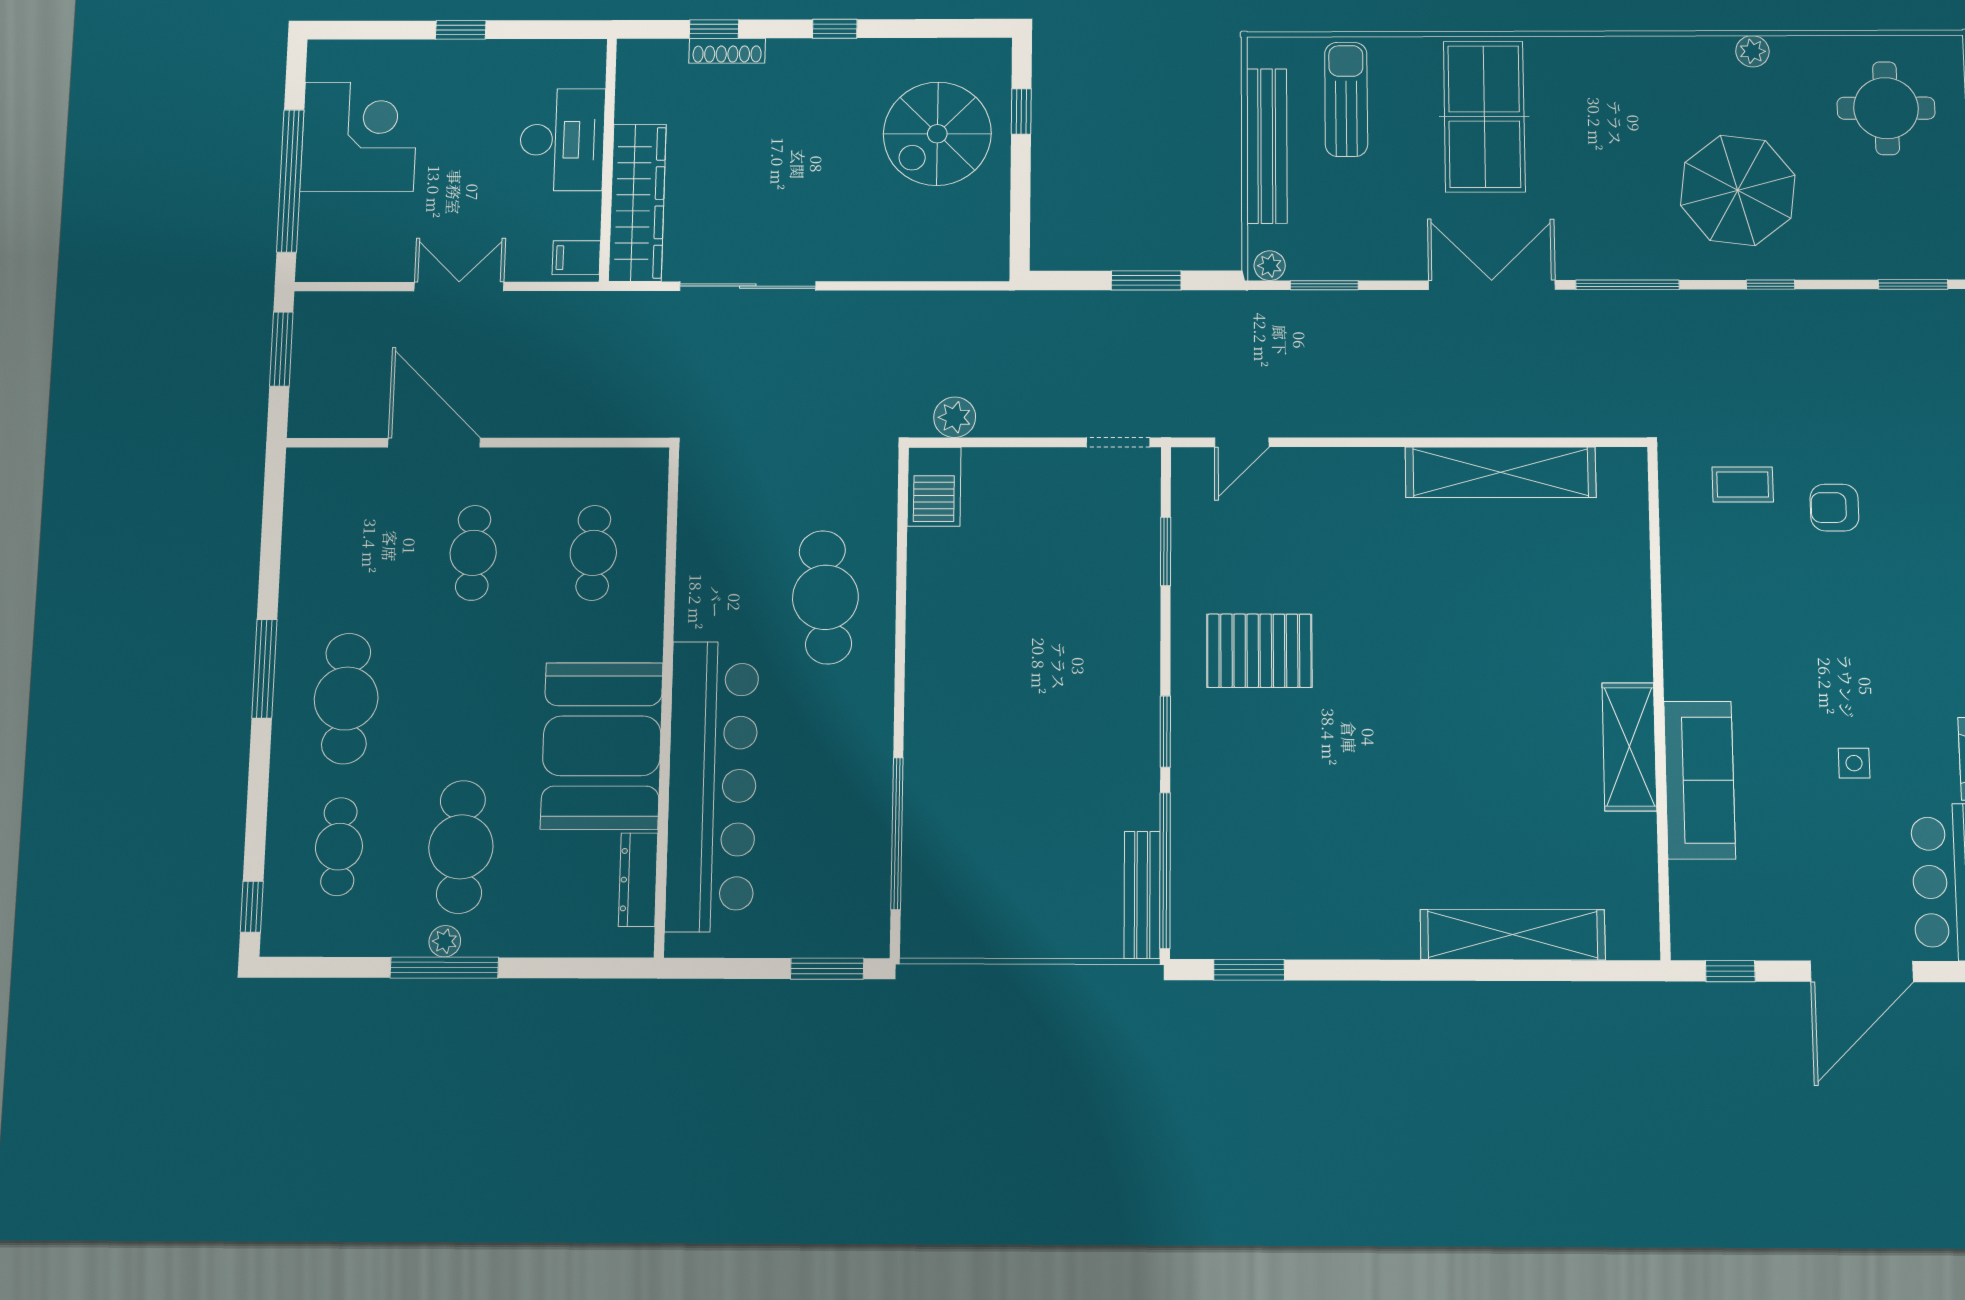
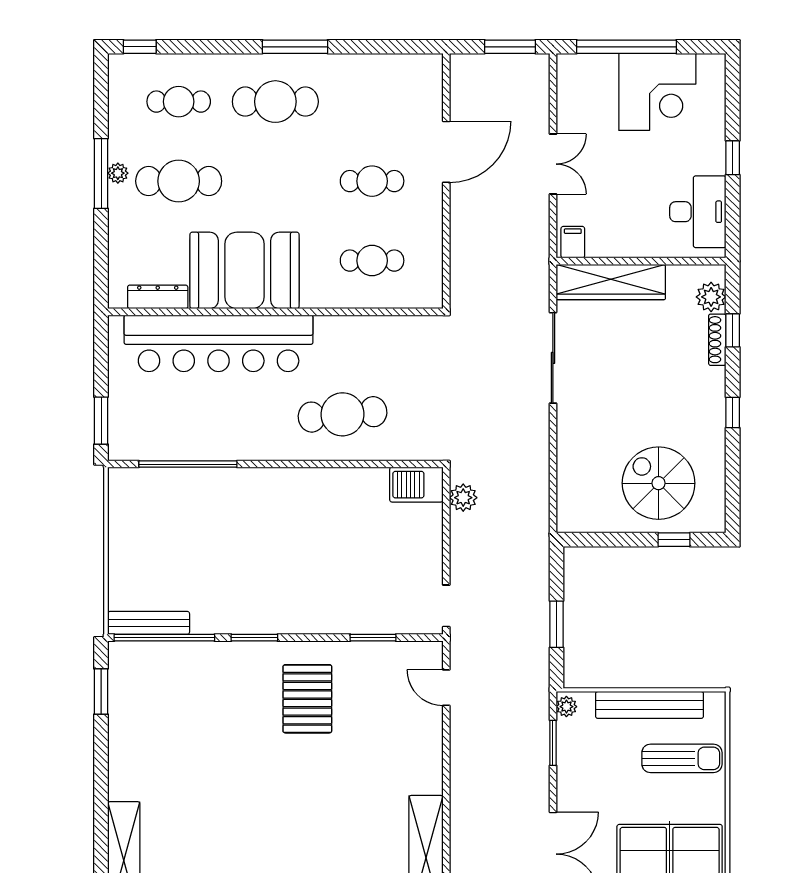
plant: (664, 60) -> (711, 297), added
desk: (562, 140) -> (698, 212), moved, turned -90

